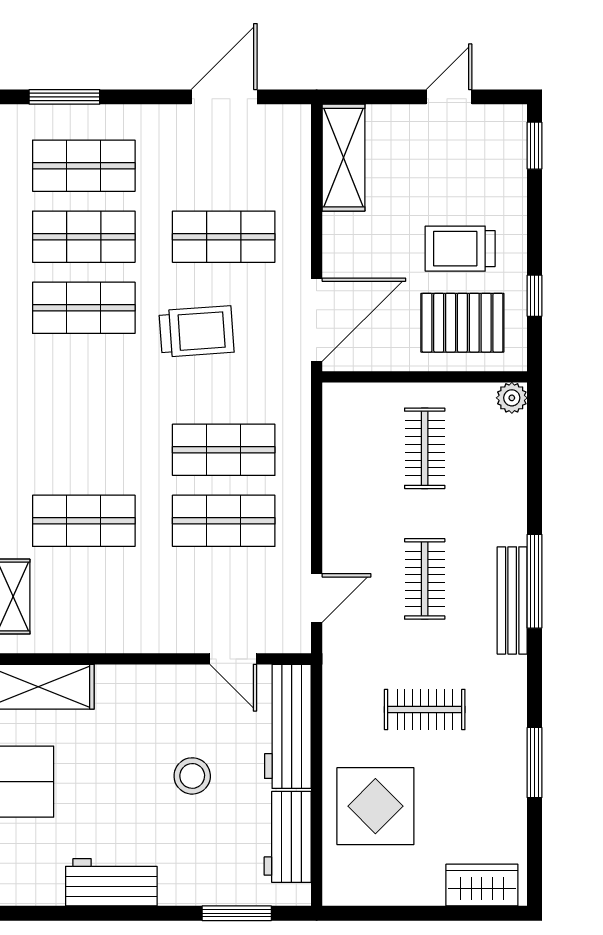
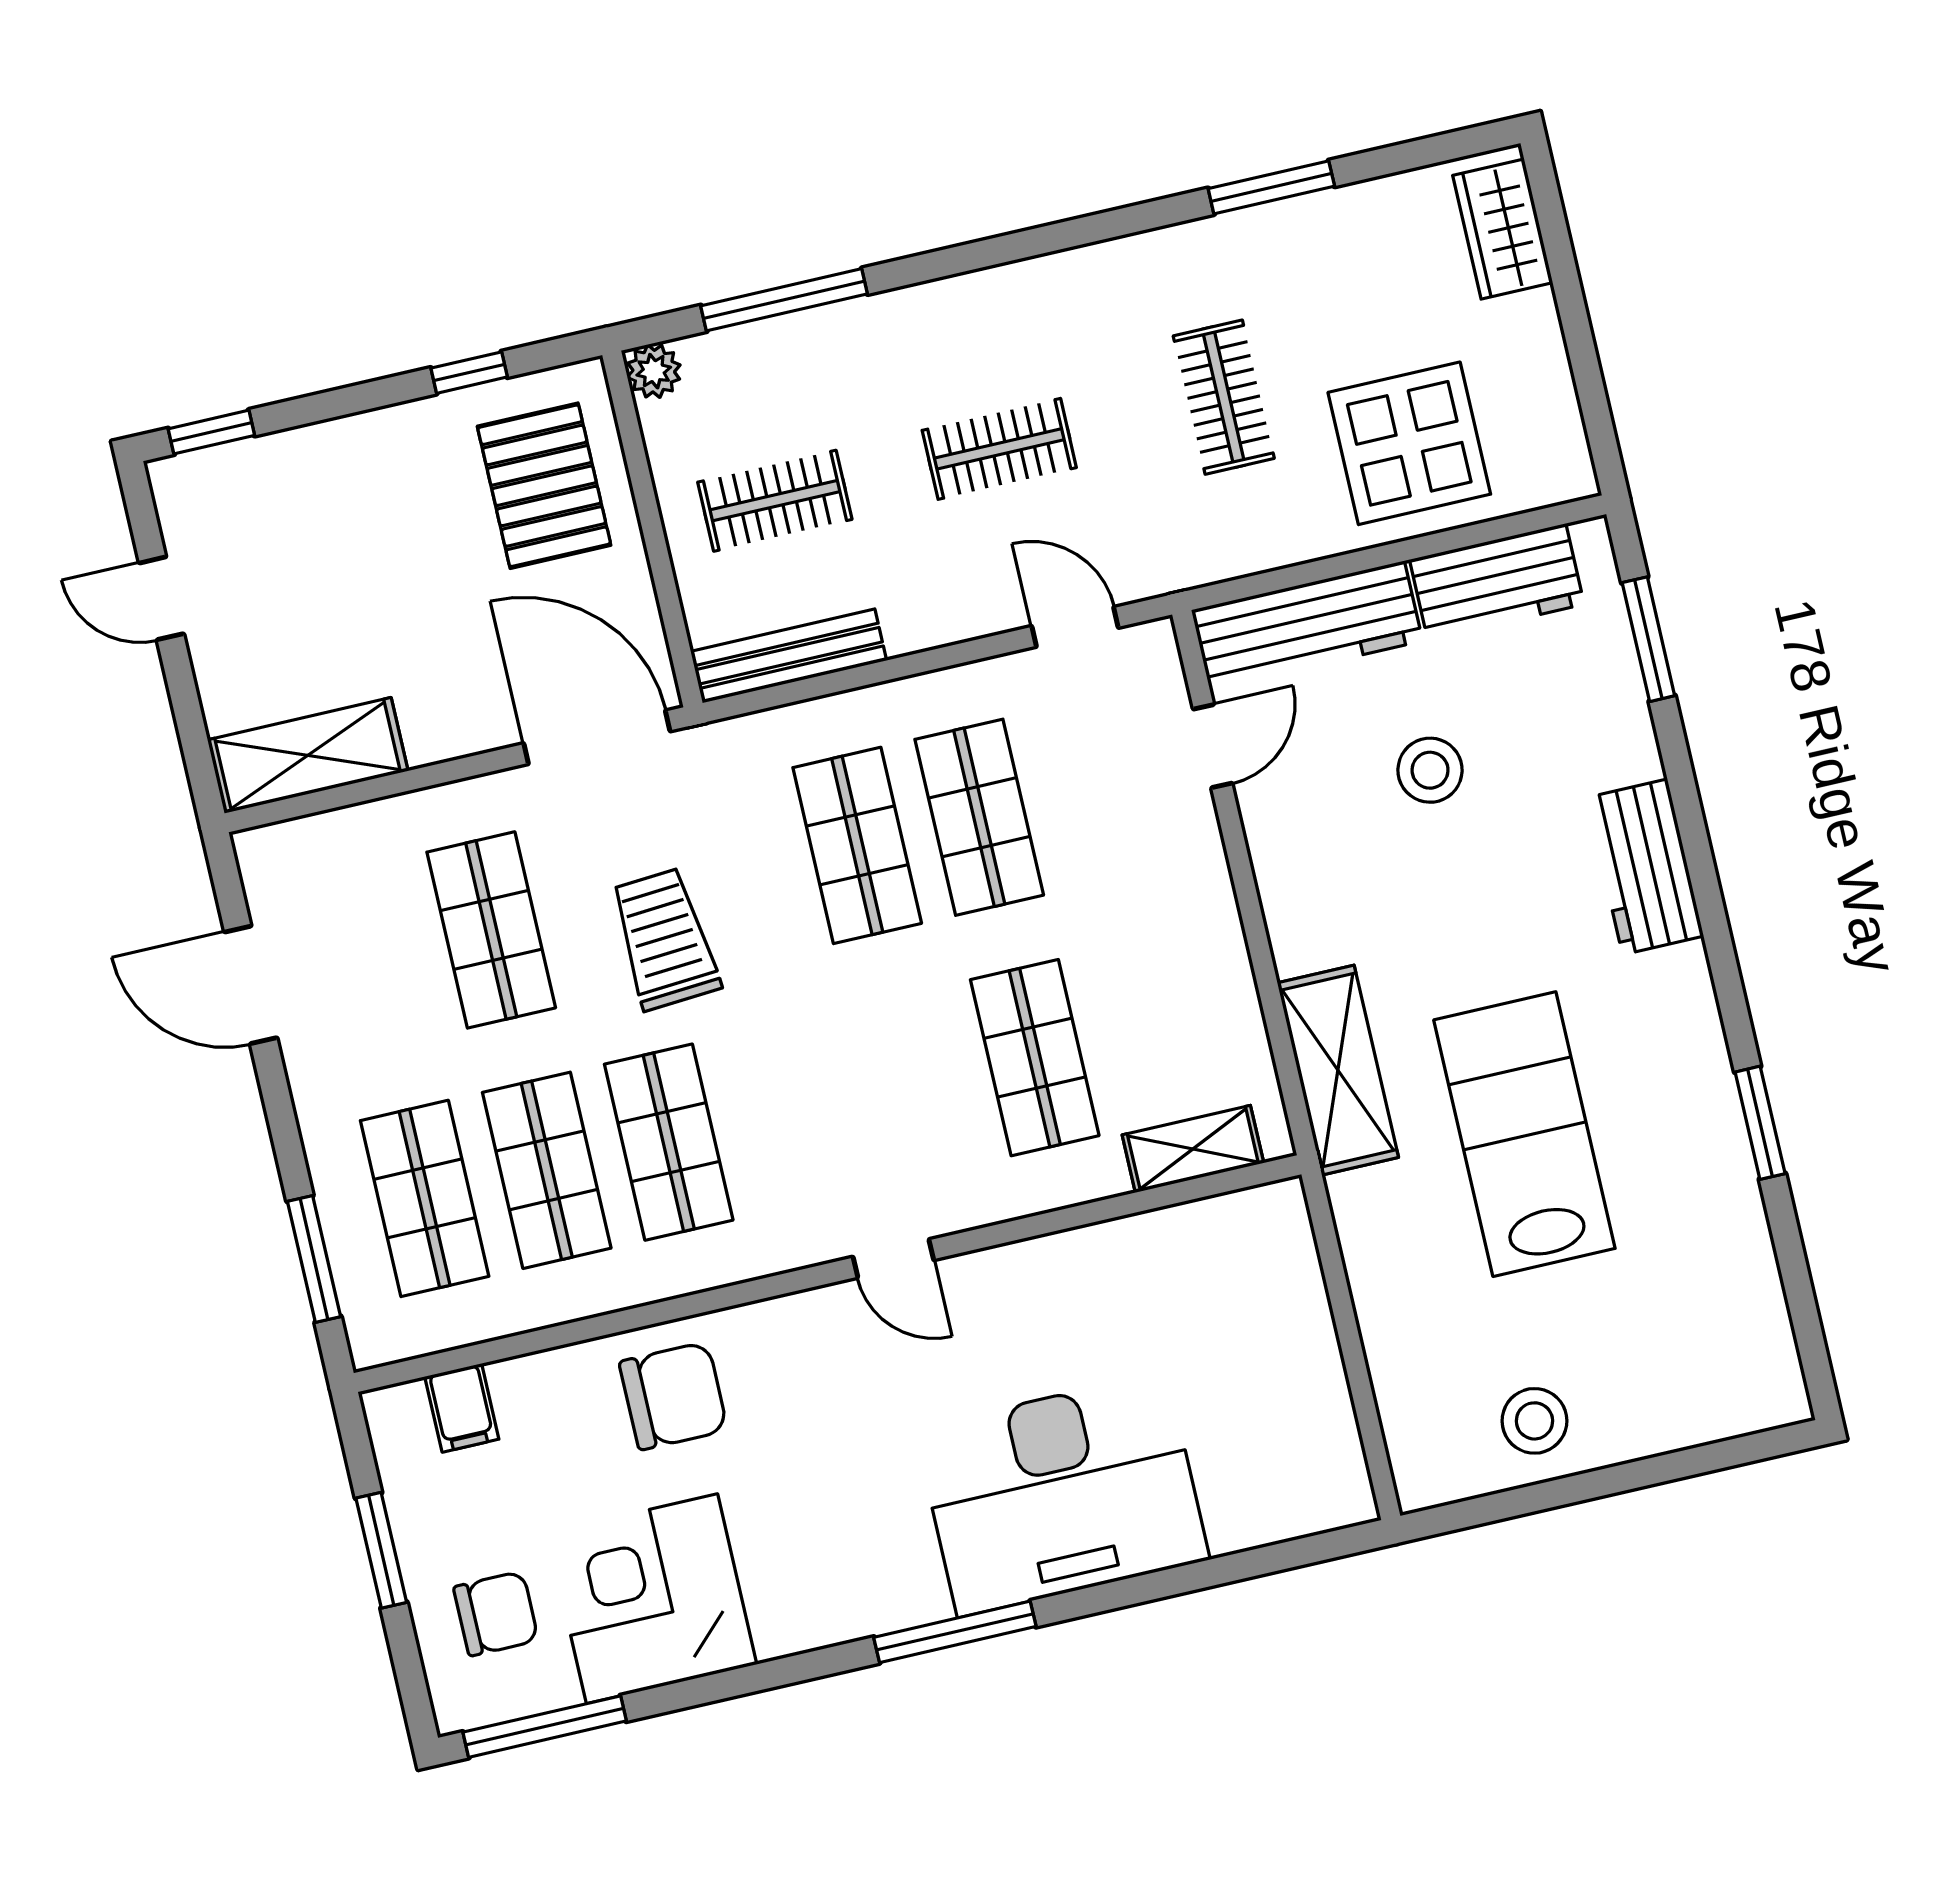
trolley: (460, 249) -> (418, 519), removed
window: (535, 581) -> (784, 300), moved
bench: (512, 600) -> (789, 656), moved

